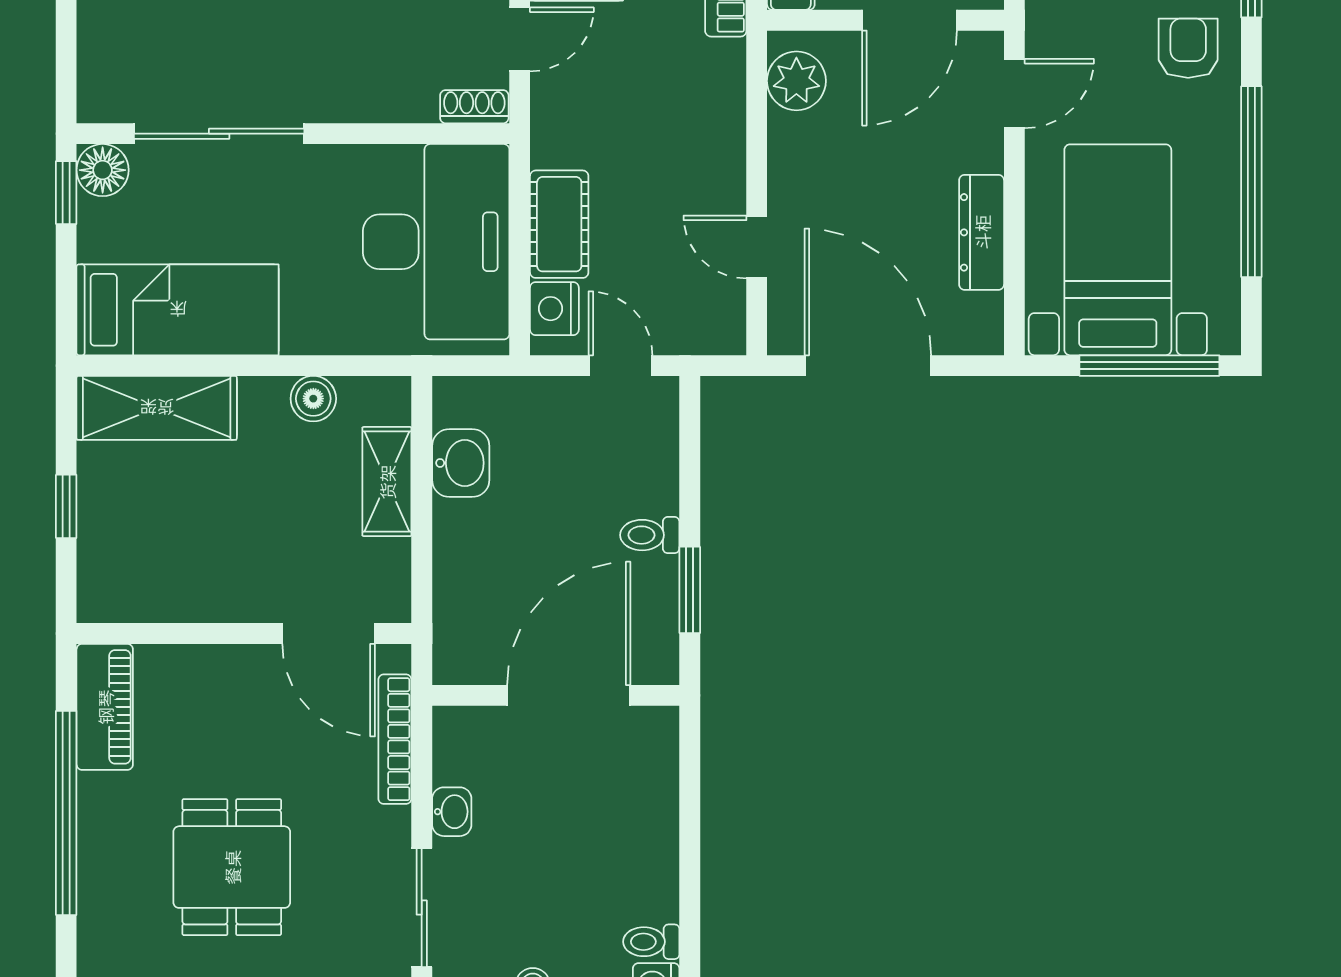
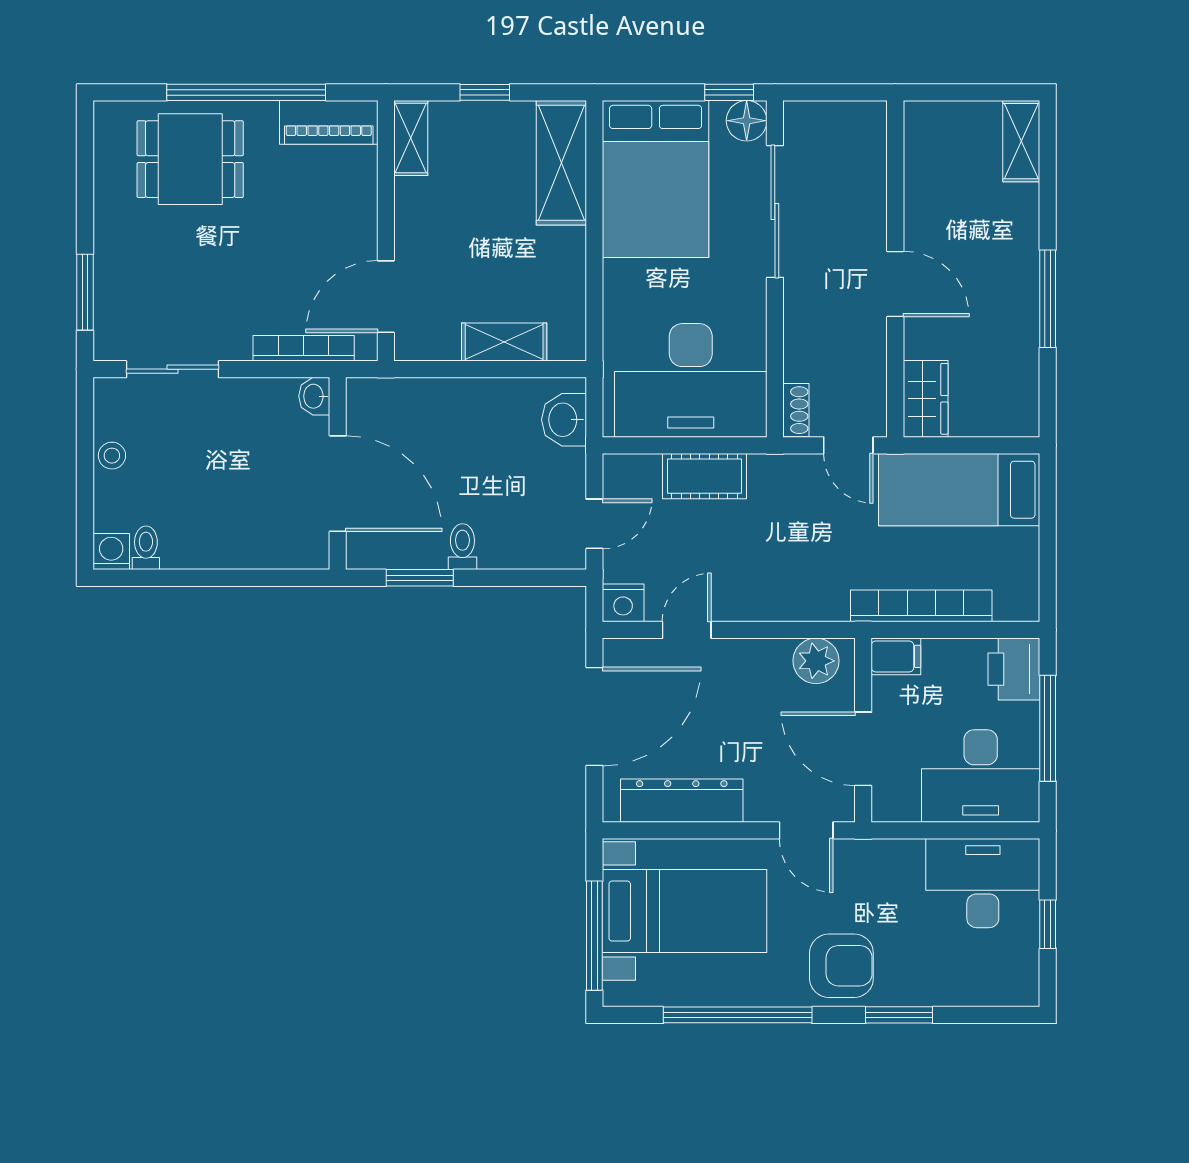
armchair: (1188, 48) -> (841, 966), width x1.38, depth x1.38
dresser: (982, 232) -> (682, 801), width x1.37, depth x1.24
nightstand: (554, 309) -> (623, 603), moved, turned 180
bed: (178, 310) -> (656, 179), width x1.50
boiler: (313, 399) -> (569, 285), removed
washbasin: (461, 463) -> (564, 420), moved, turned 90
shelving: (125, 601) -> (411, 138), added
washbasin: (452, 812) -> (314, 396), moved, turned 90
dining table: (232, 867) -> (190, 159), moved

